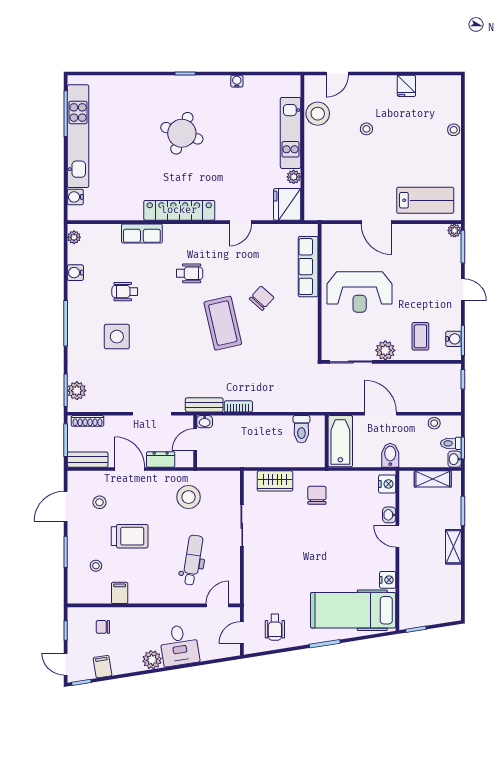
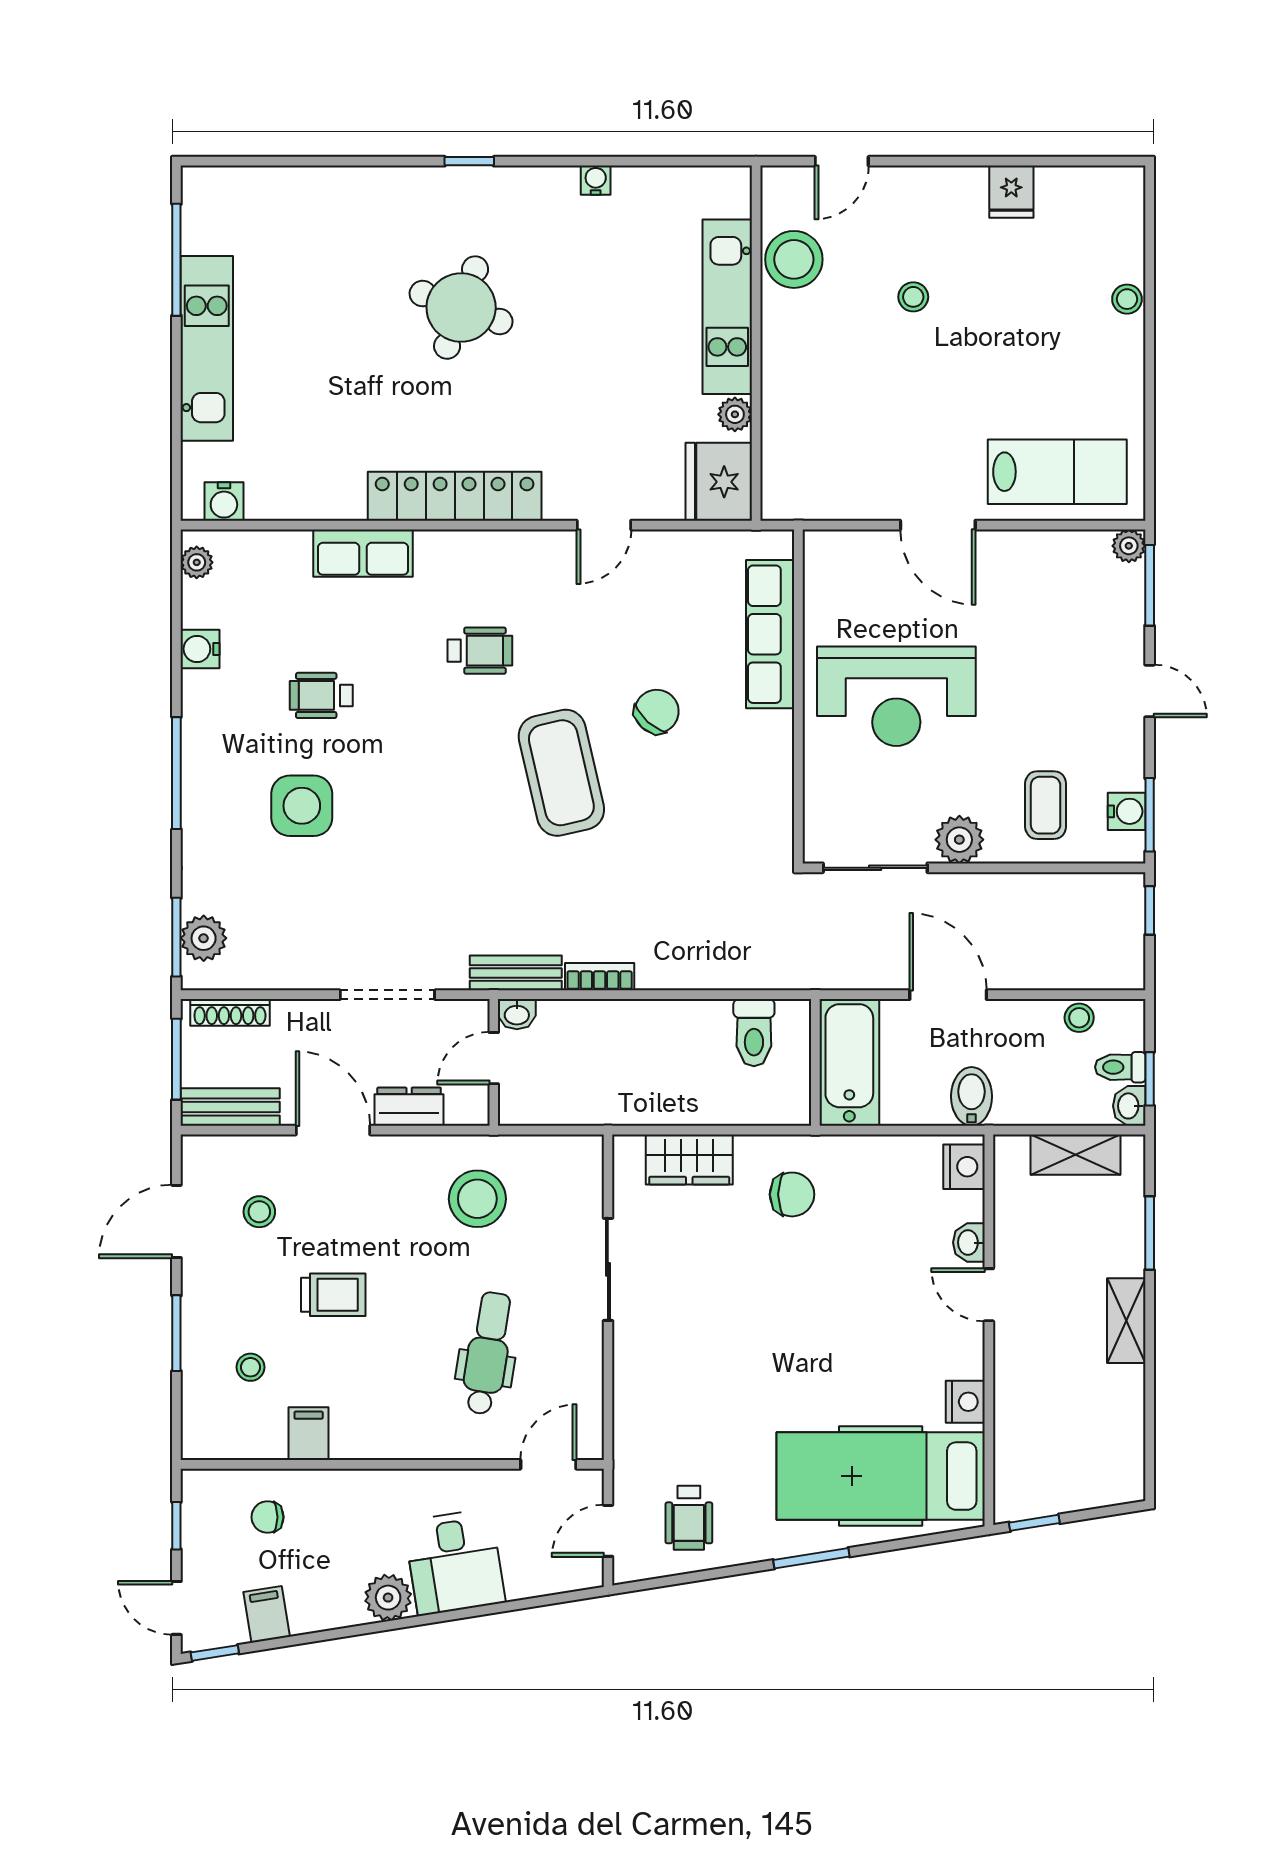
kitchen unit: (78, 136) -> (207, 348), width x0.73
water cooler: (75, 197) -> (224, 501), moved, turned -90
chair: (317, 495) -> (792, 1194), turned 90
trolley: (130, 536) -> (333, 1295), width x0.73, depth x0.72

